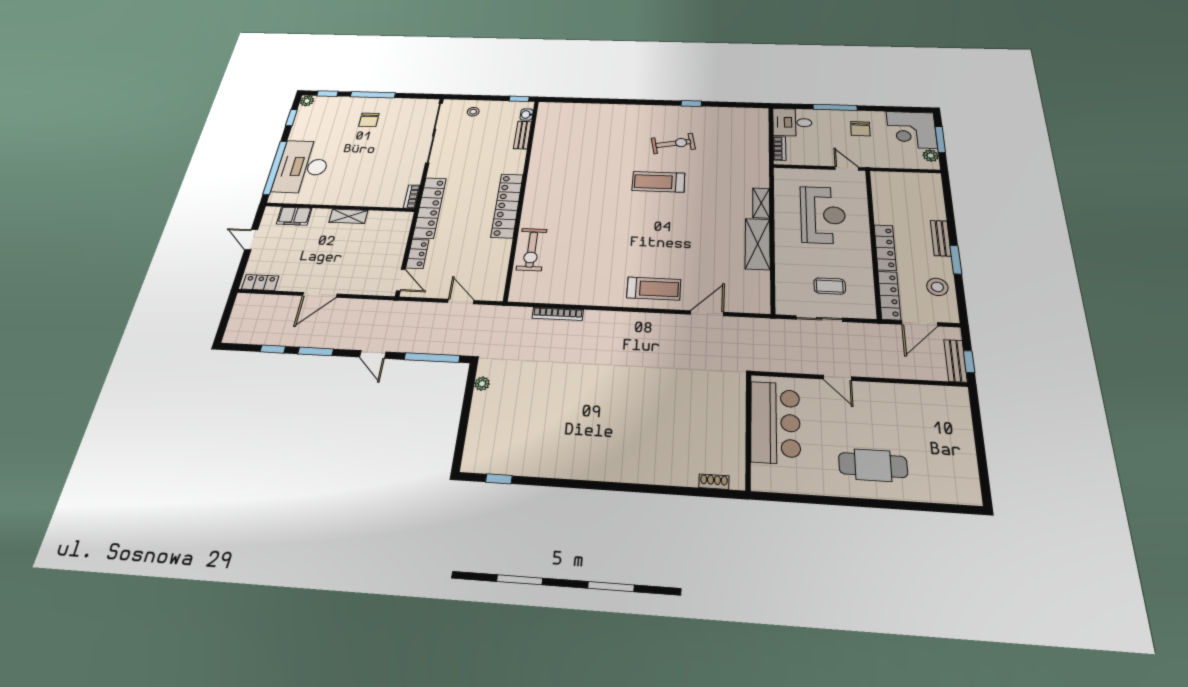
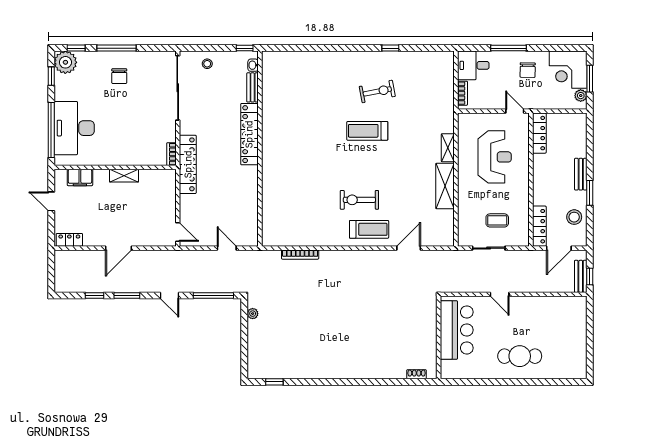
plant: (307, 101) -> (65, 62), width x1.87, depth x1.87
locker: (507, 206) -> (249, 134), moved
locker: (885, 248) -> (539, 133), moved
exercise bike: (532, 250) -> (359, 200), moved, turned 90
locker: (417, 254) -> (186, 208), removed

